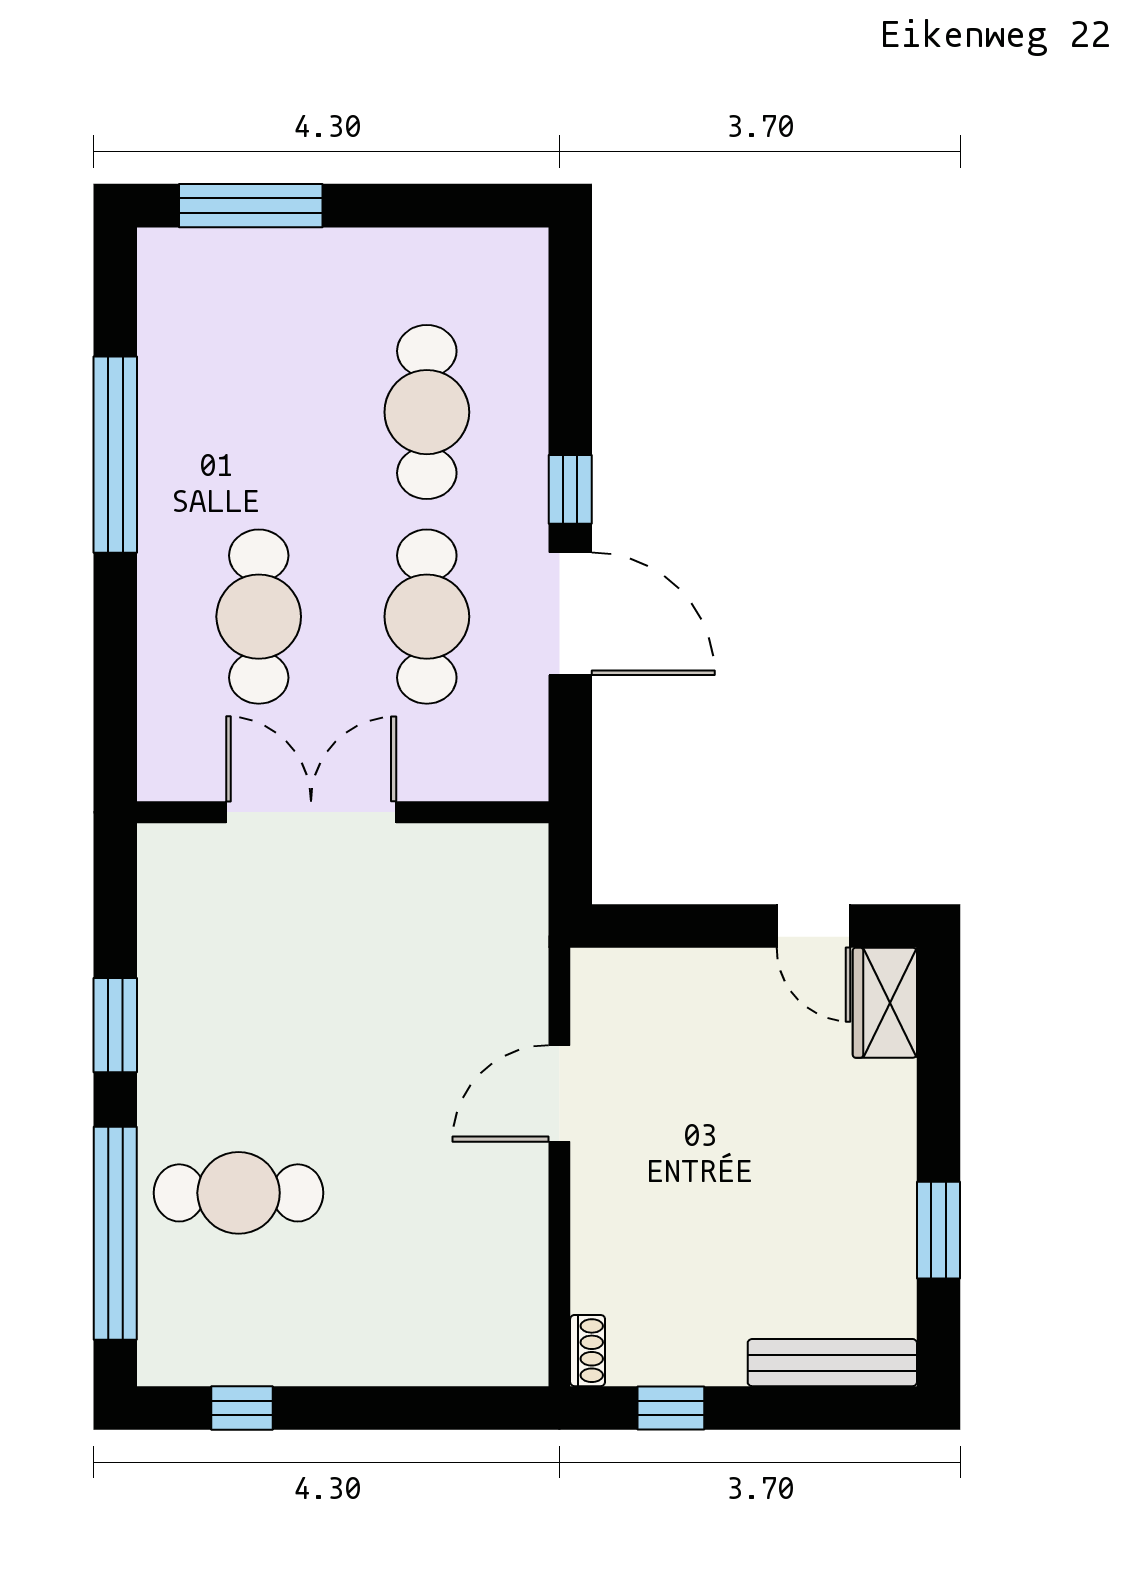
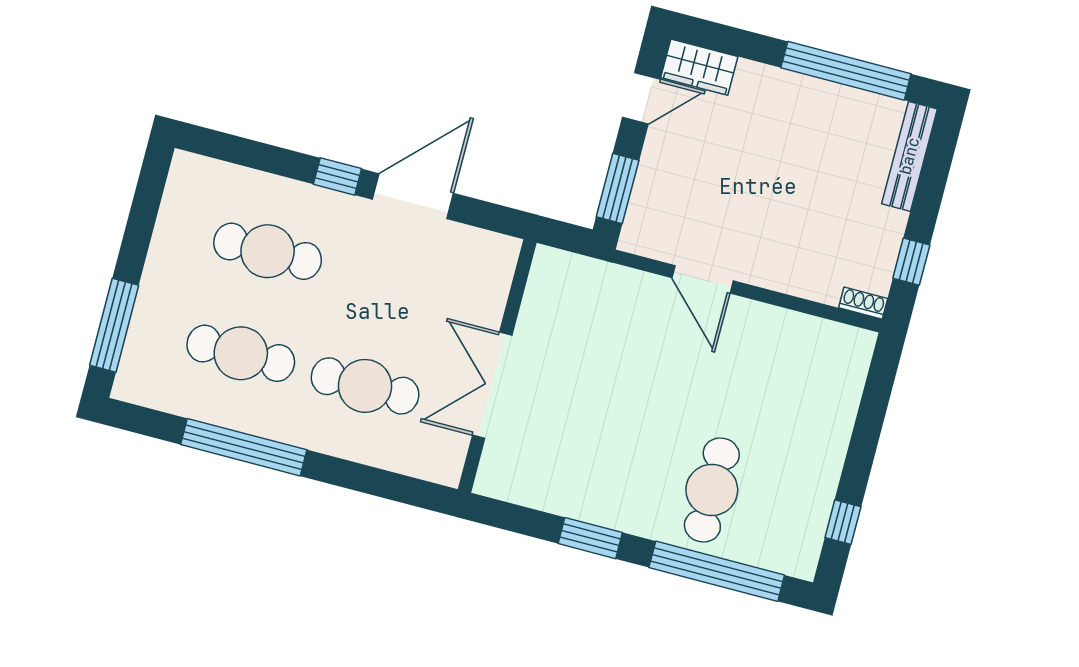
cafe table: (427, 617) -> (241, 353), moved
window: (665, 926) -> (618, 189), added
window: (939, 1230) -> (846, 71), width x2.11

